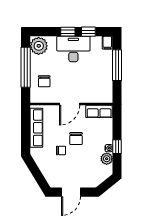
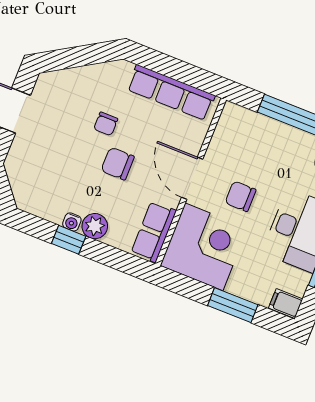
window: (117, 65) -> (233, 305), width x0.69
chair: (44, 81) -> (241, 196), moved
corner desk: (97, 87) -> (204, 247), added
plant: (107, 159) -> (95, 226), moved

